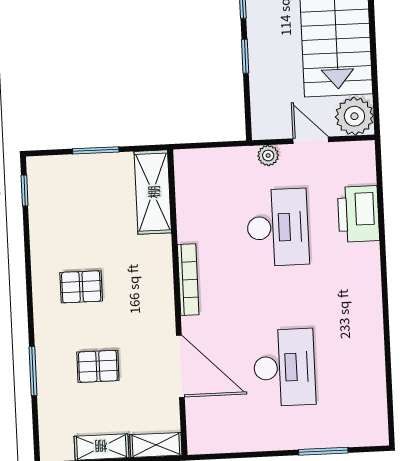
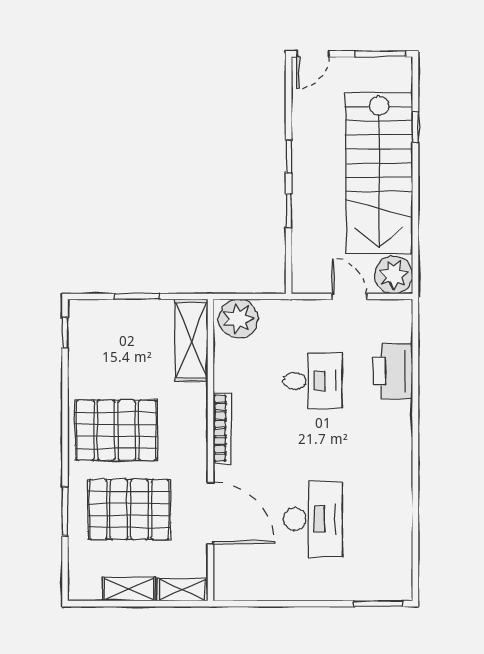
plant: (268, 156) -> (238, 319), moved, width x1.88, depth x1.88
desk: (278, 227) -> (313, 381), width x0.73
pallet: (81, 287) -> (116, 430), width x2.05, depth x2.00
pallet: (98, 366) -> (129, 509), width x2.05, depth x2.00
window: (323, 451) -> (378, 604), moved

